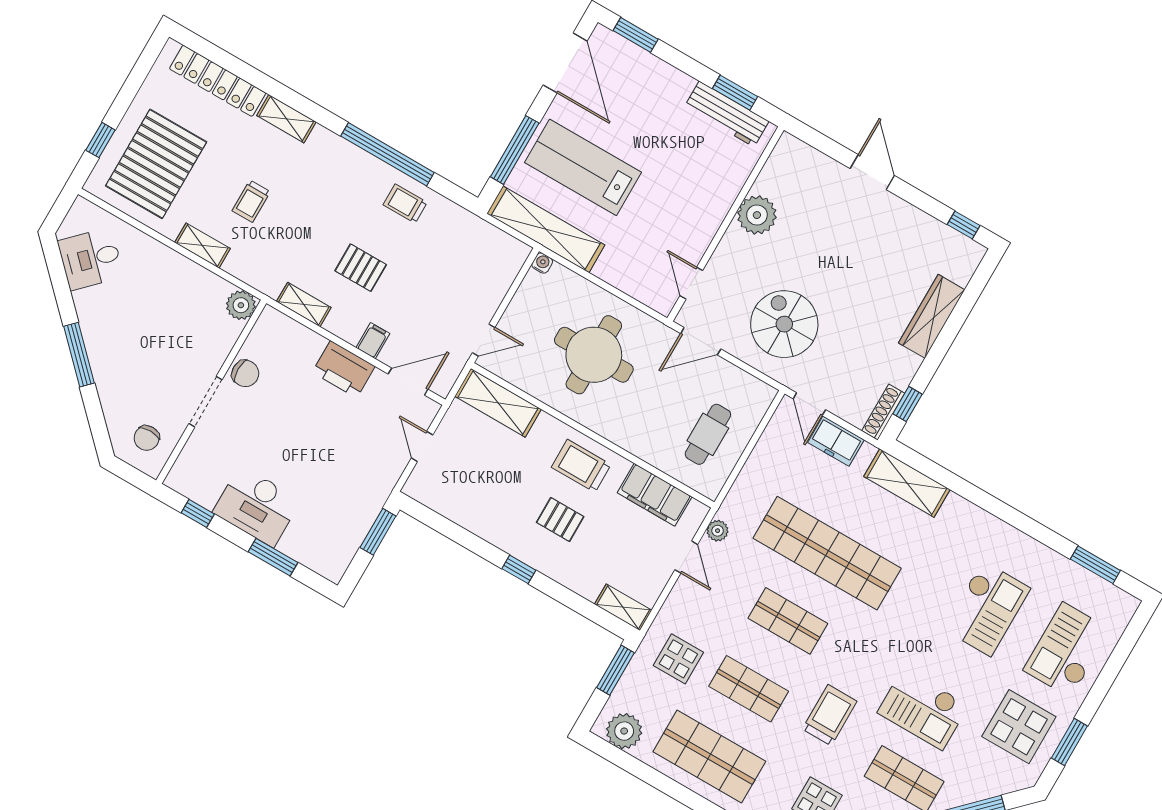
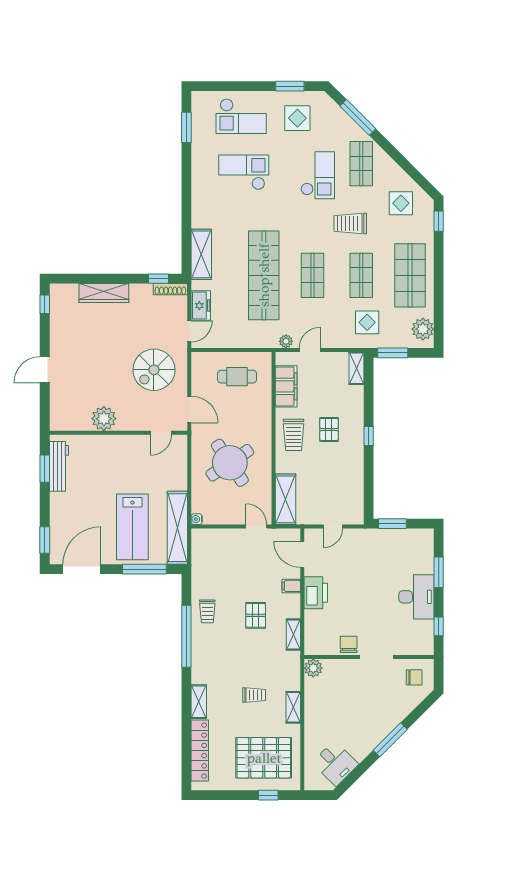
round table: (594, 355) -> (230, 463), turned -34
display table: (1019, 727) -> (297, 118), width x0.73, depth x0.73

